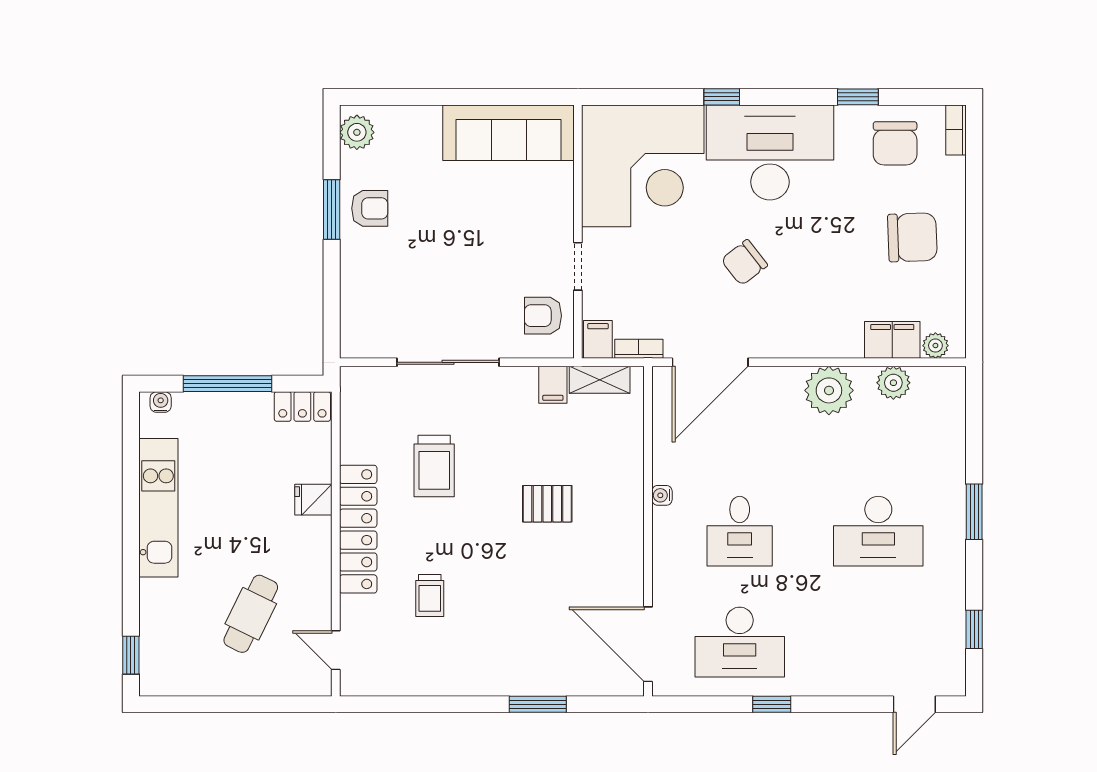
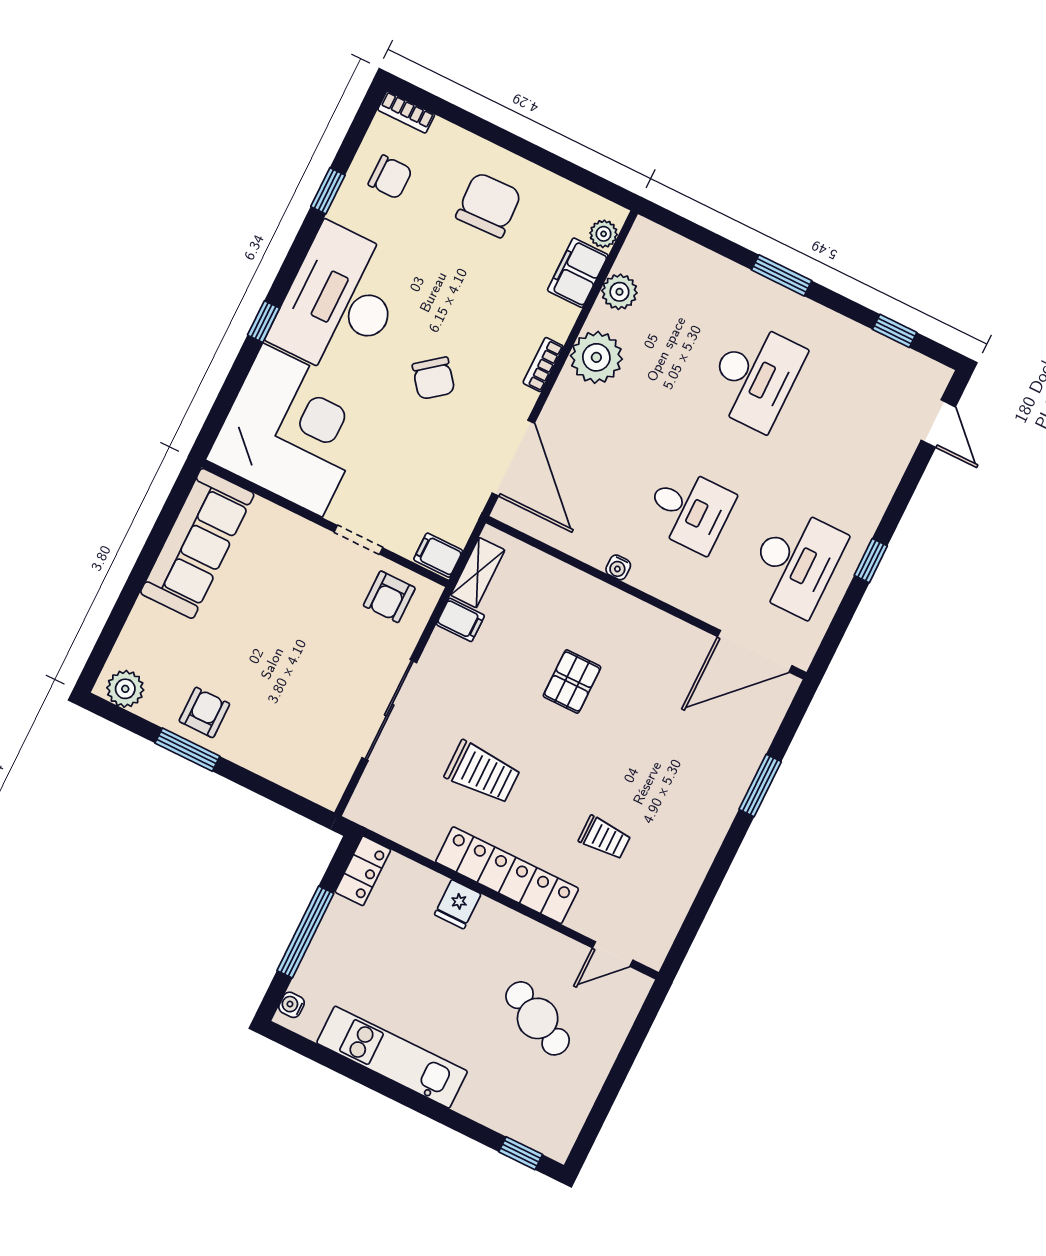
chair: (895, 143) -> (390, 177), width x0.73, depth x0.73
bookcase: (639, 349) -> (543, 365), moved

